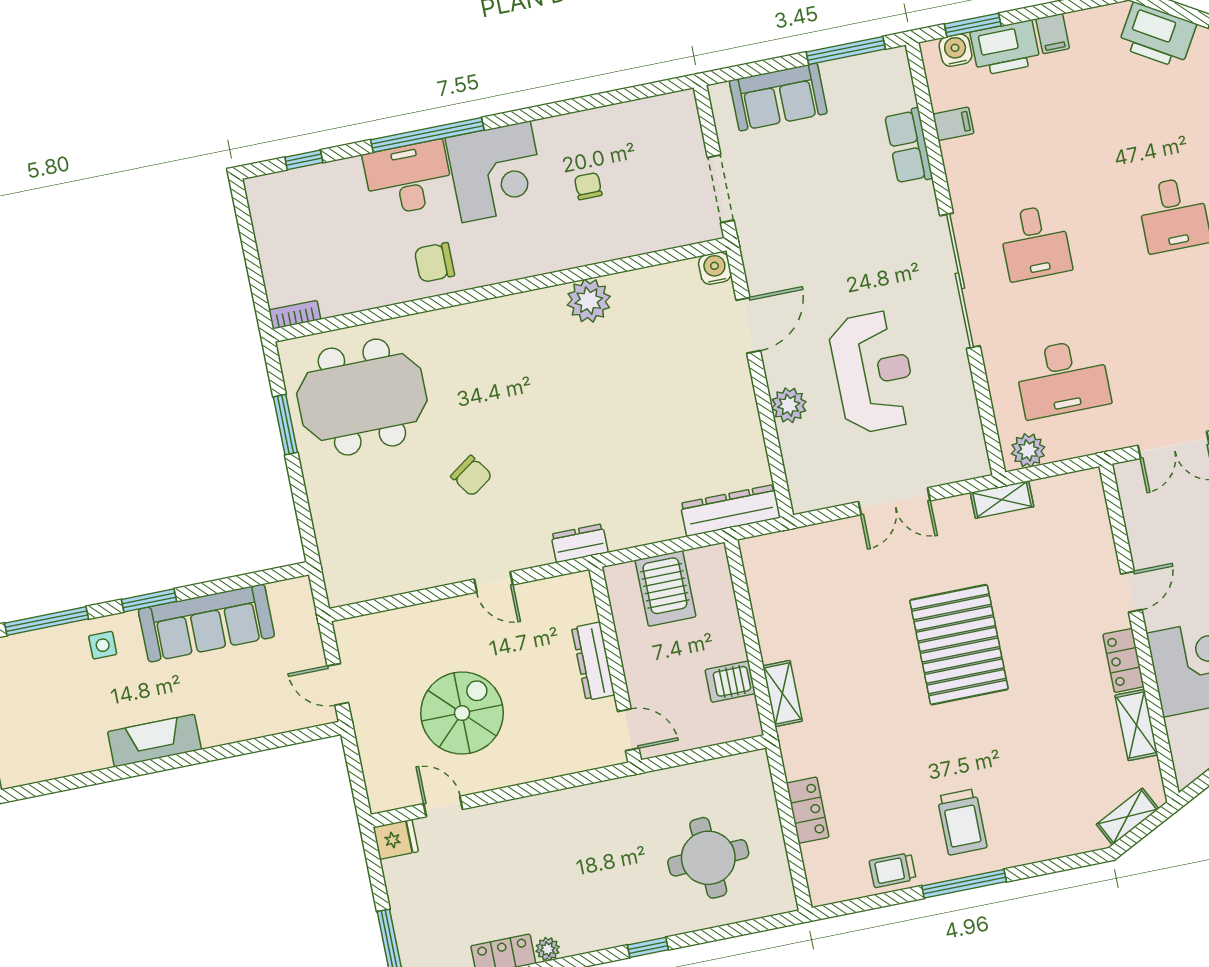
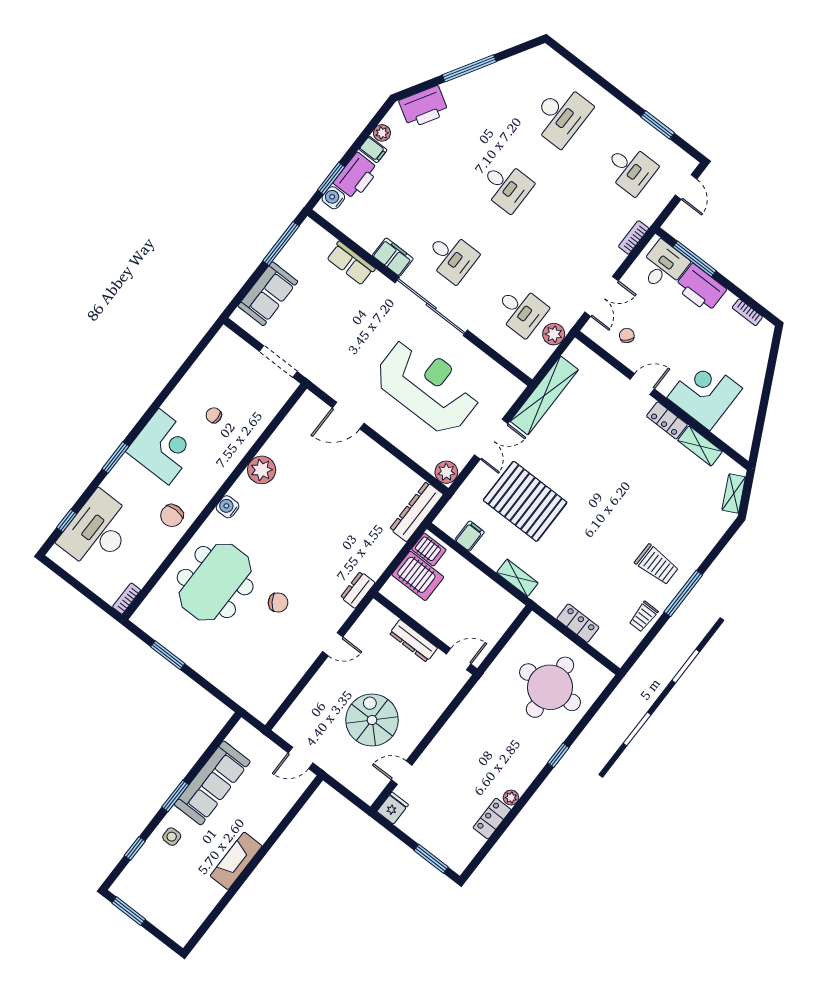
plant: (1080, 23) -> (382, 133), added
filing cabinet: (953, 124) -> (393, 257), moved, width x2.00
window: (427, 135) -> (115, 457), width x0.47
desk: (408, 178) -> (97, 531), moved, width x1.36, depth x1.30
water cooler: (715, 268) -> (228, 507), moved
door: (748, 325) -> (348, 416), swing flipped
reception desk: (873, 372) -> (427, 386), width x1.36, depth x1.30
desk: (1063, 378) -> (521, 311), width x0.73
meeting table: (362, 397) -> (215, 582), moved
plant: (789, 405) -> (446, 472), moved
plant: (1028, 450) -> (554, 334), moved
shelving: (1002, 500) -> (544, 395), width x2.20, depth x1.33
chair: (1163, 518) -> (627, 335), added
door: (1131, 592) -> (642, 384), hinge flipped
filing cabinet: (768, 594) -> (470, 536), added
window: (46, 621) -> (135, 848), width x0.46
pallet: (959, 645) -> (525, 501), moved
server rack: (730, 682) -> (429, 550), moved, turned -90
round table: (708, 858) -> (550, 687), width x1.36, depth x1.36

